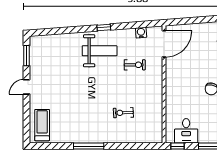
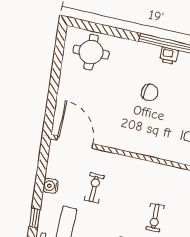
water cooler: (141, 33) -> (51, 186), moved

